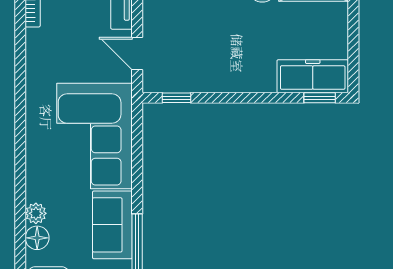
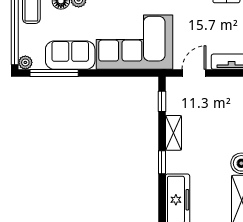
shelving: (220, 82) -> (173, 133), added
window: (320, 98) -> (162, 162), moved

